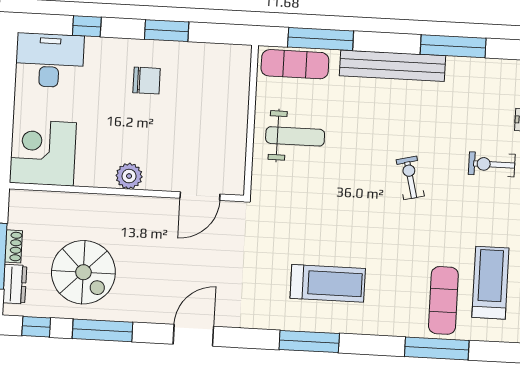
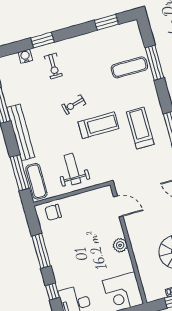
window: (167, 31) -> (41, 251), width x1.44
chair: (147, 81) -> (53, 212), moved, turned -90
treadmill: (490, 283) -> (98, 125), moved, turned 180

